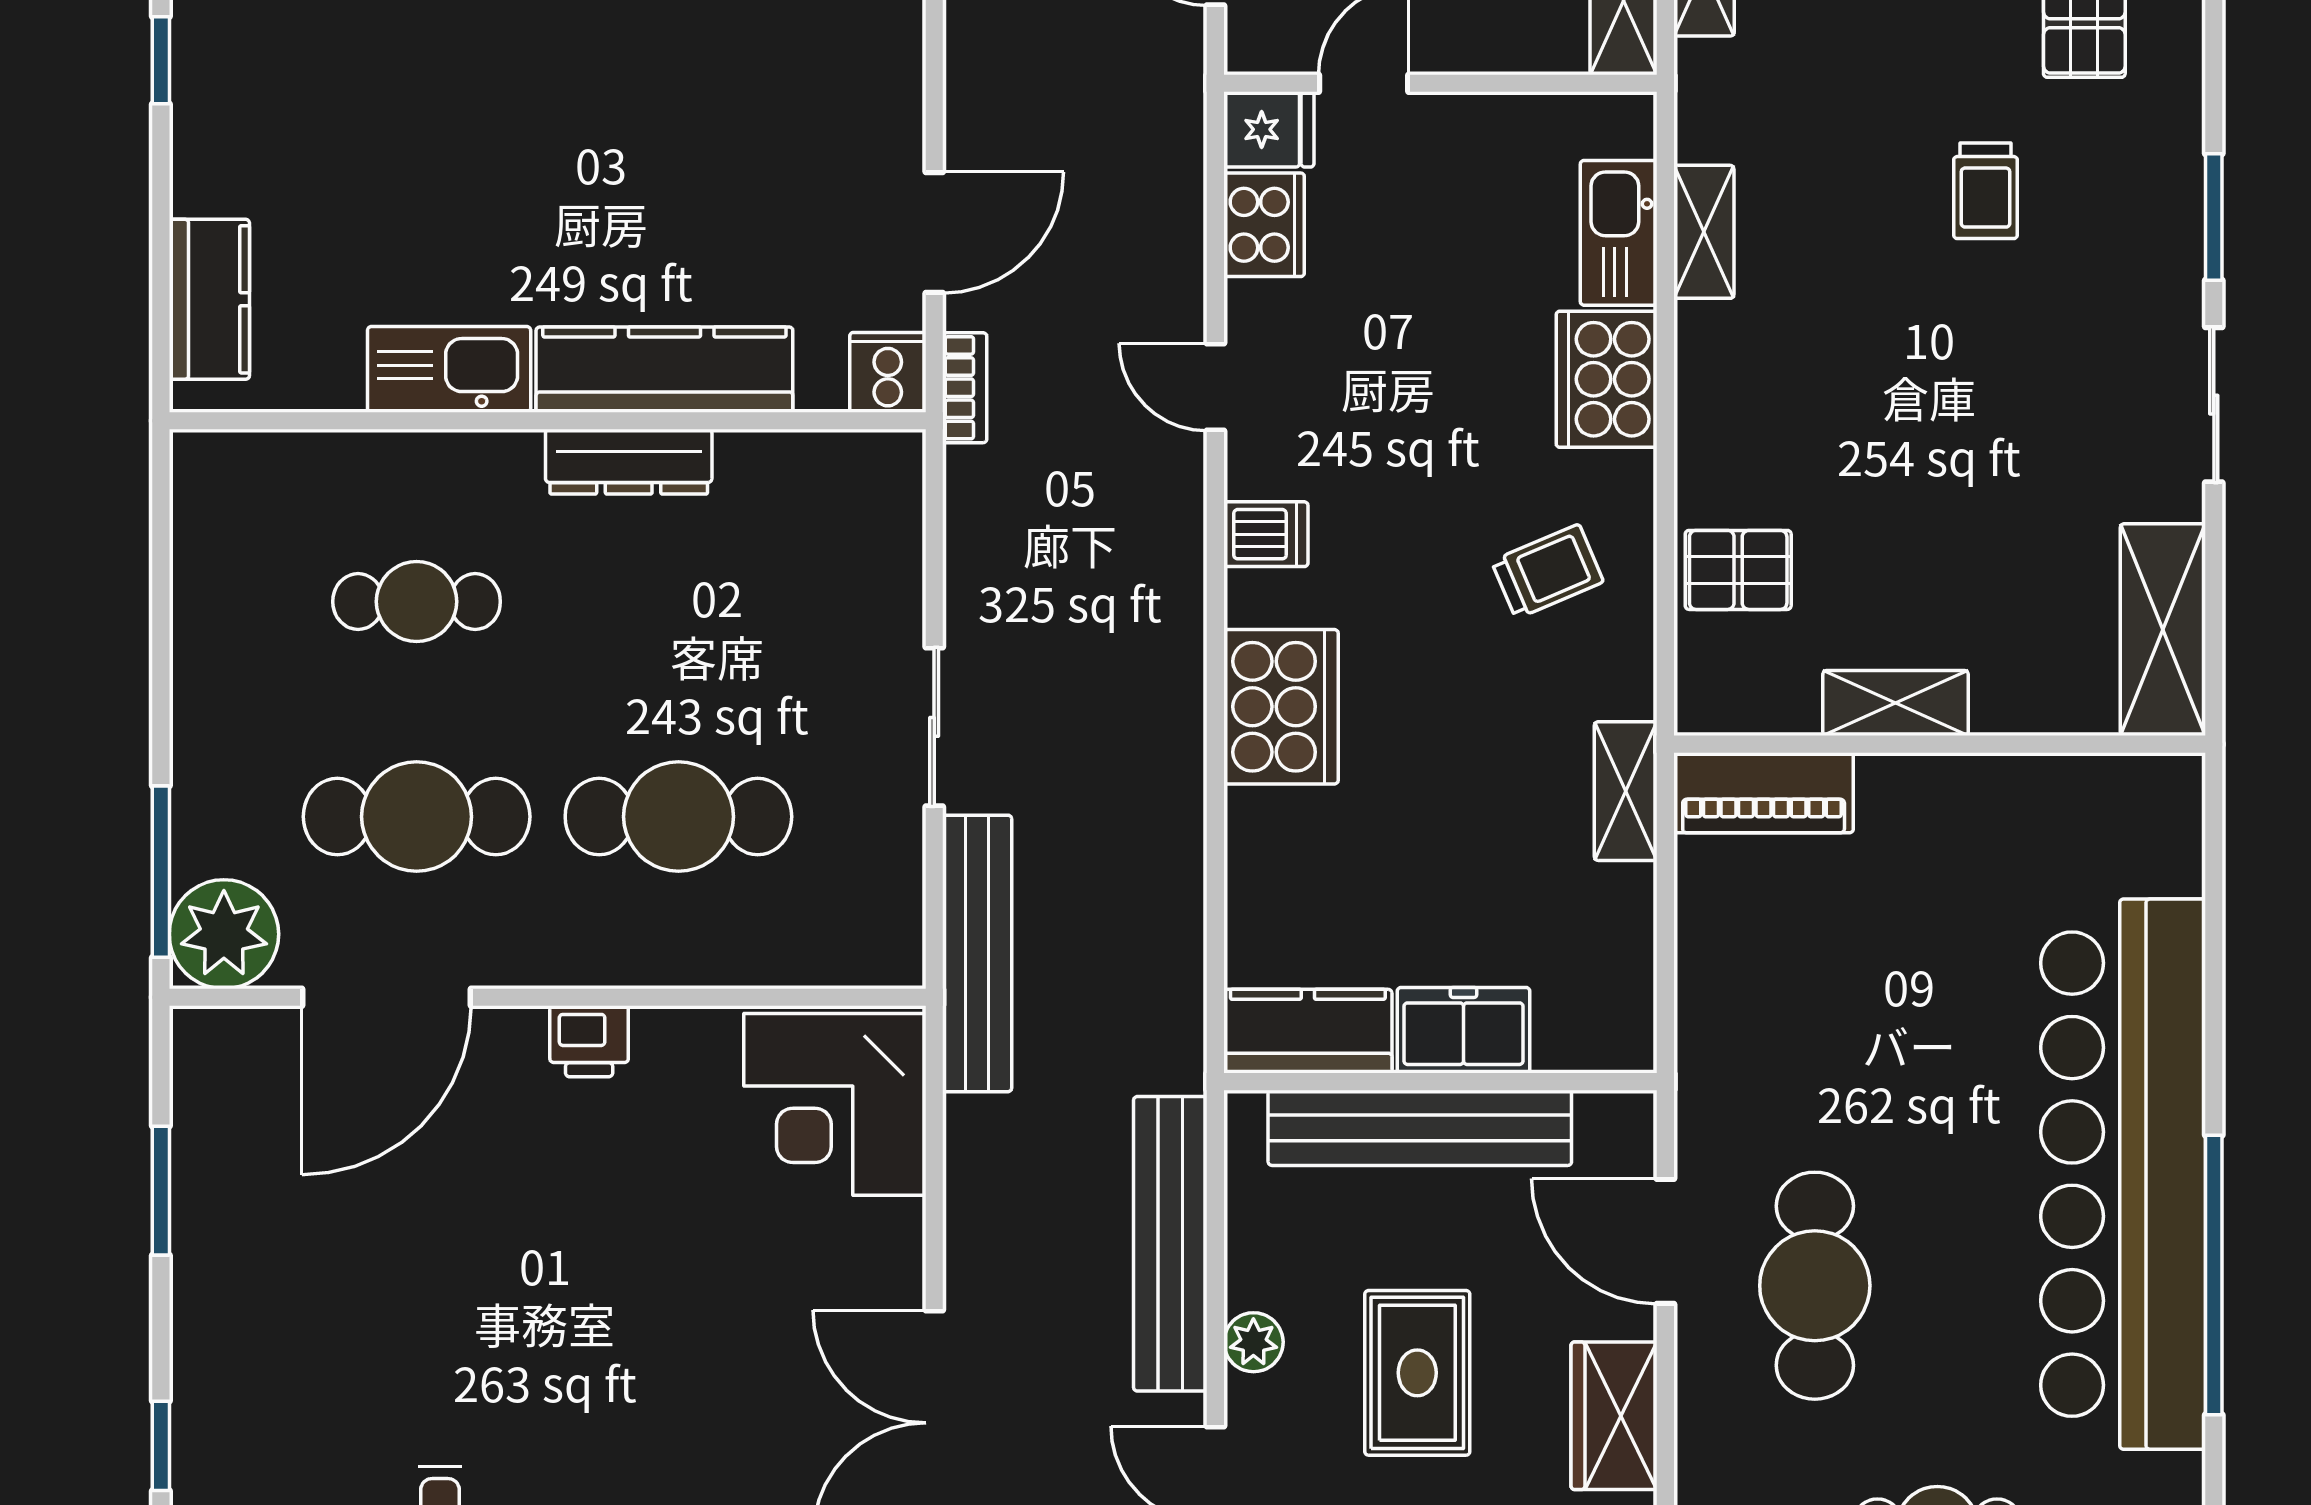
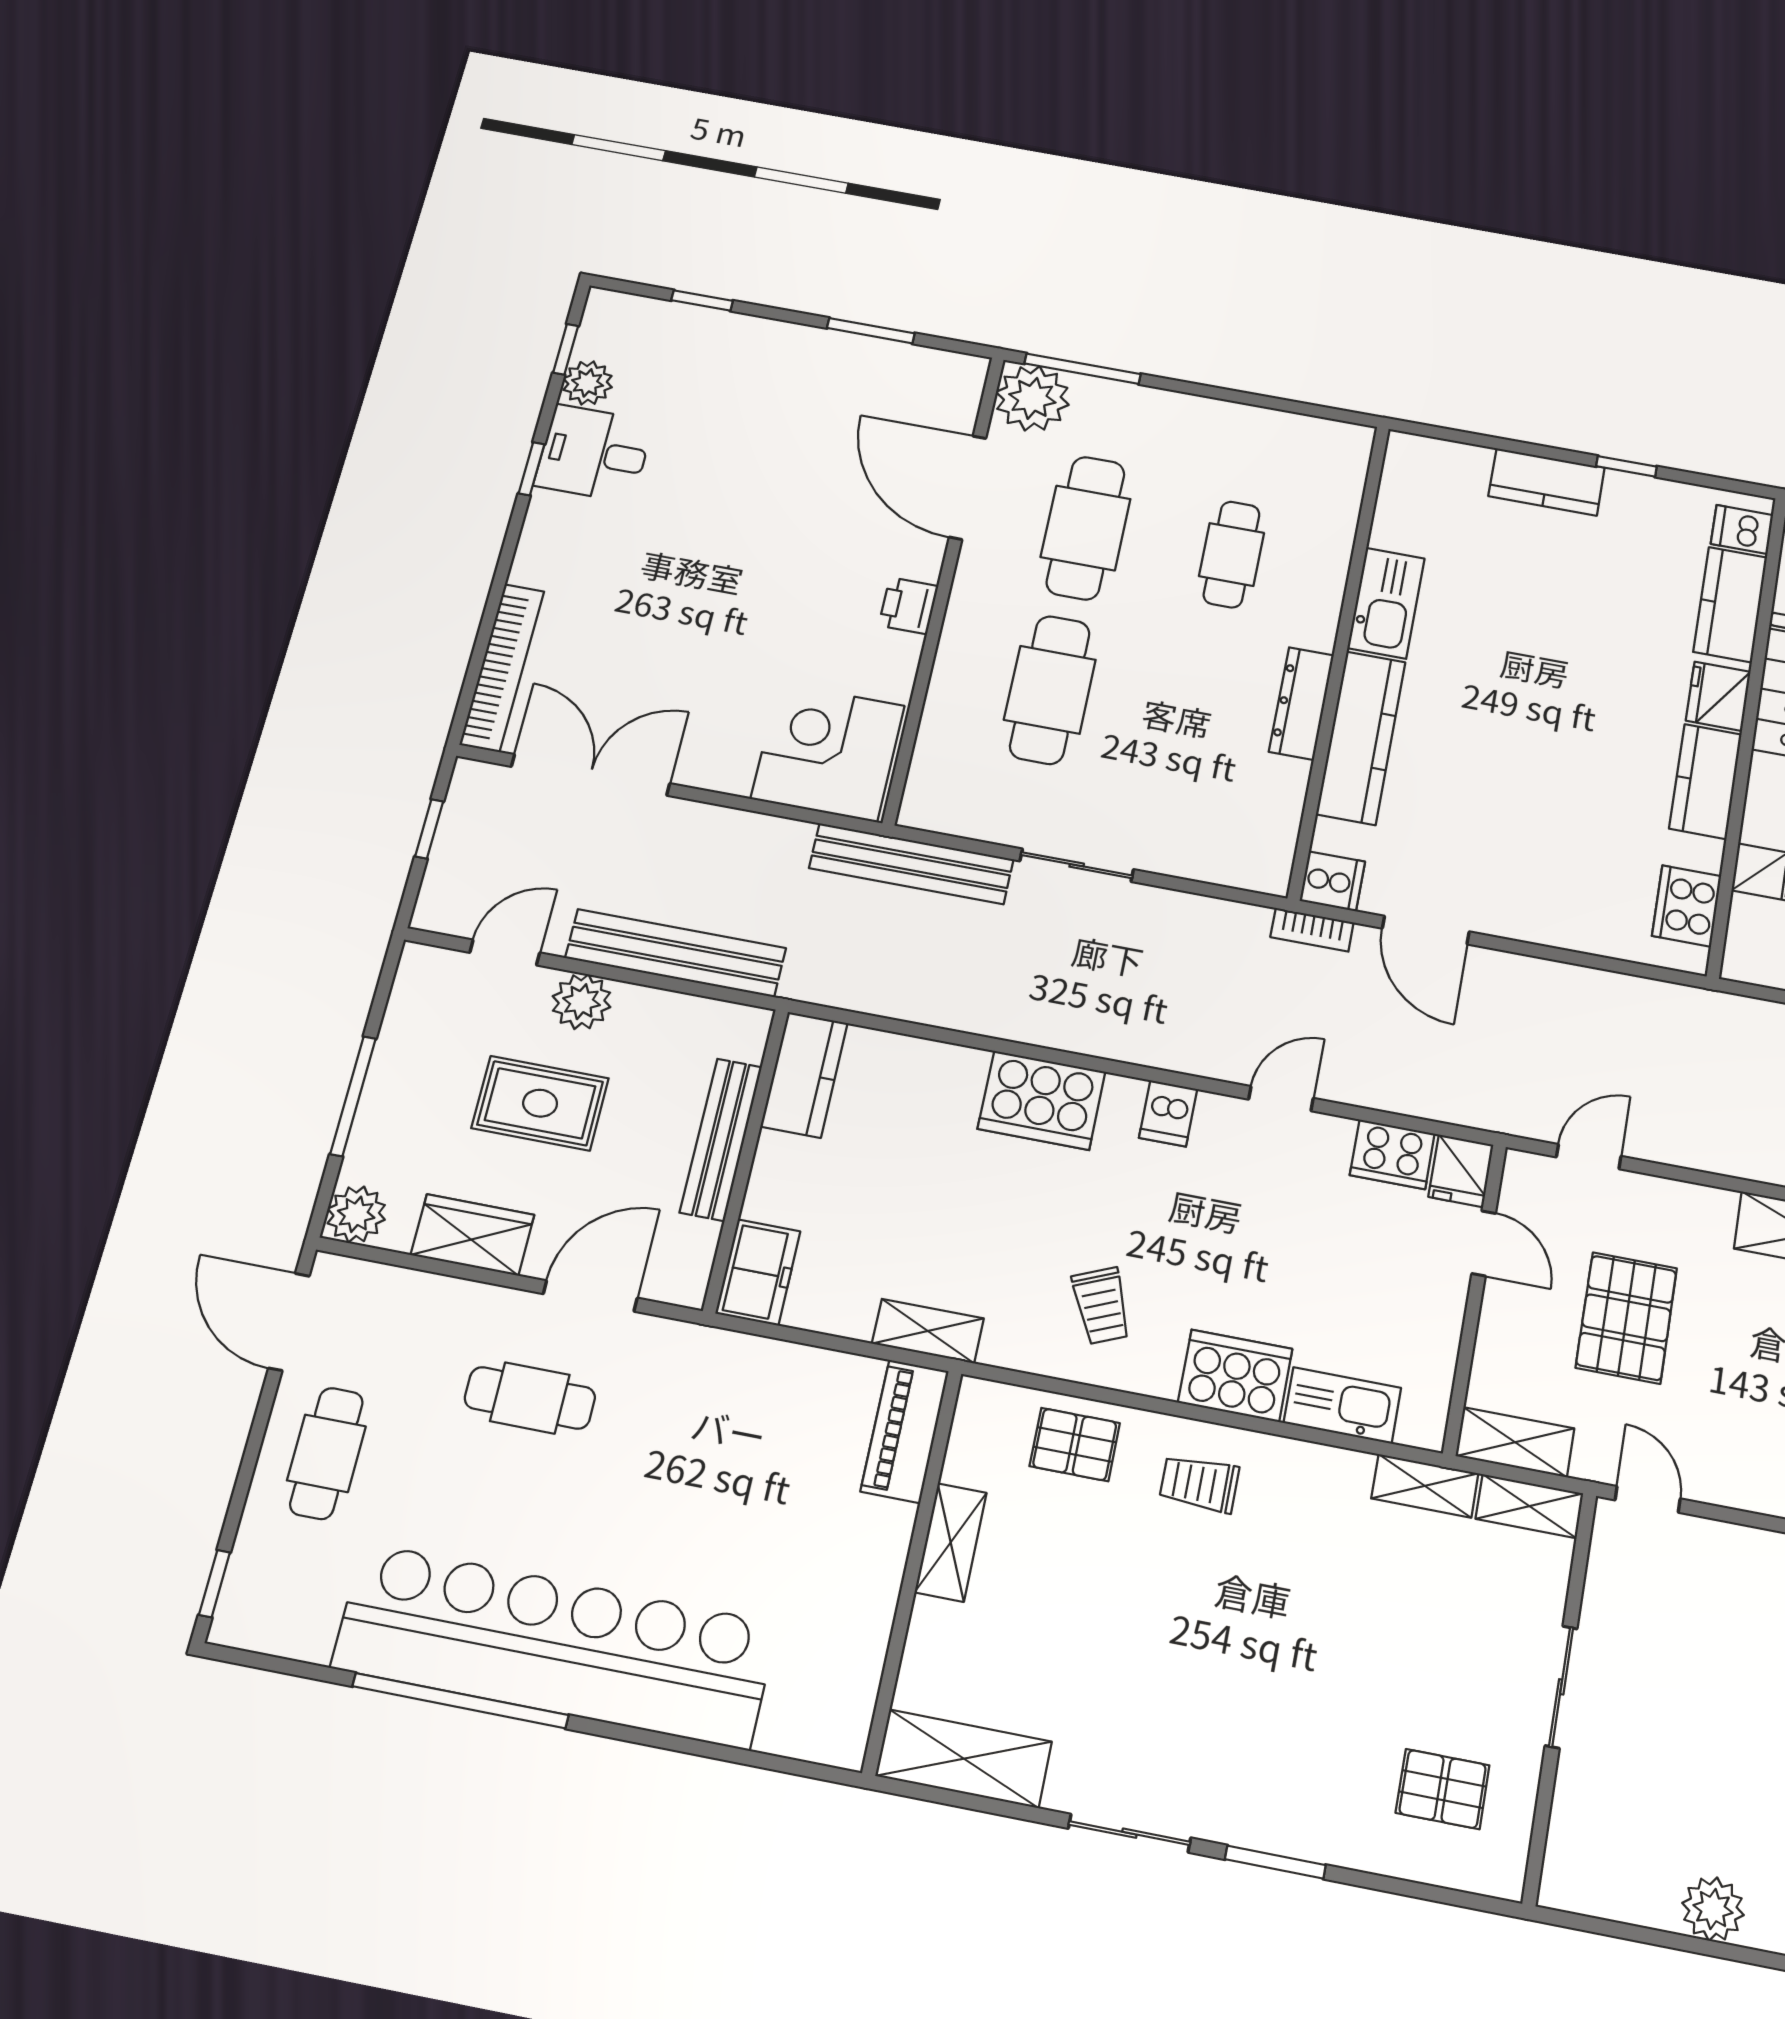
trolley: (1986, 191) -> (1199, 1484), moved
shelving: (1704, 232) -> (1425, 1486), moved
kitchen counter: (209, 299) -> (1547, 482), moved
pallet: (1738, 570) -> (1075, 1445), turned 90
freezer: (1463, 1030) -> (758, 1272), moved
bench: (1420, 1128) -> (721, 1139), width x0.73, depth x0.82
cafe table: (1815, 1286) -> (530, 1398), width x0.73, depth x0.74
plant: (1253, 1342) -> (582, 1002), width x1.38, depth x1.38

